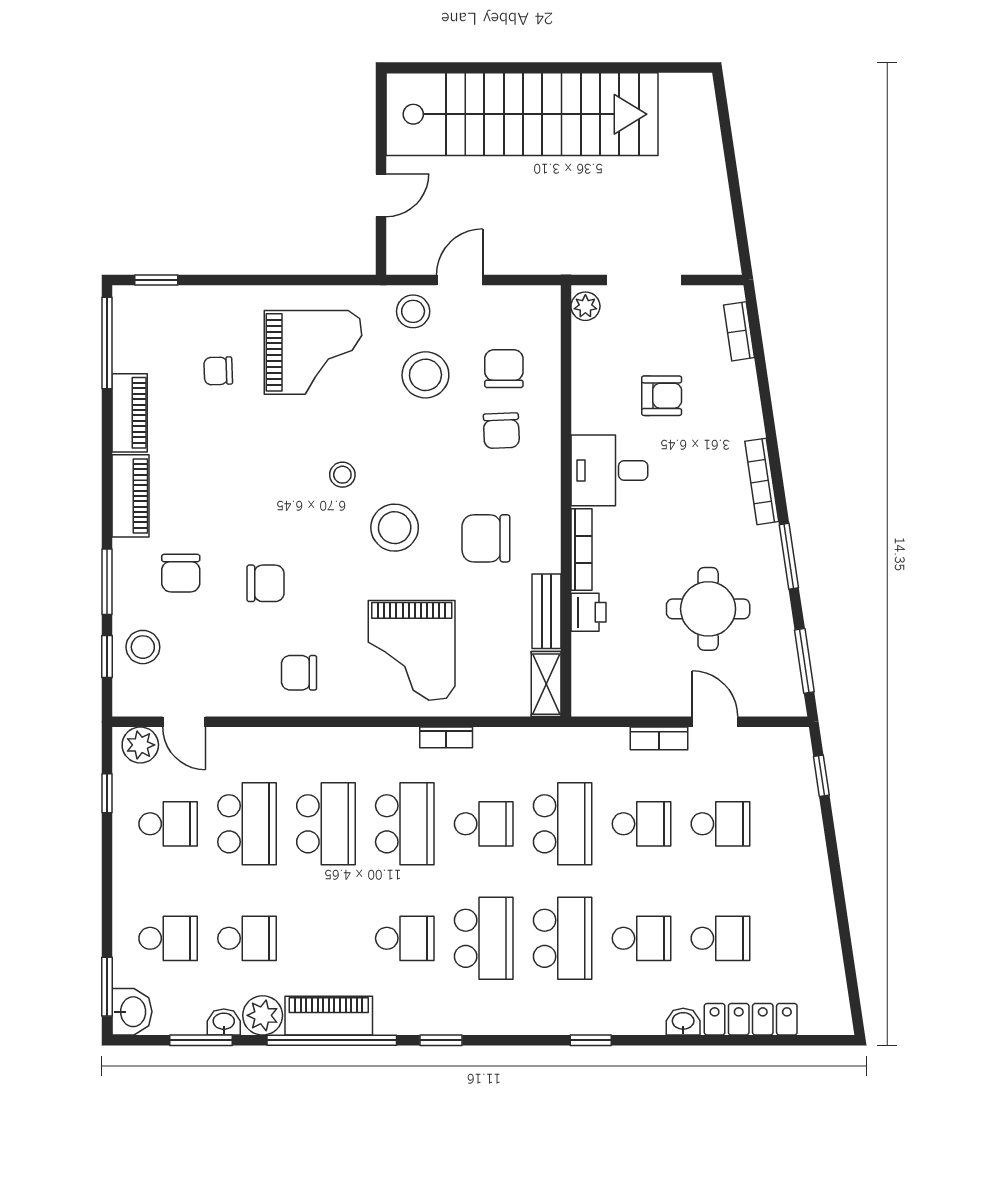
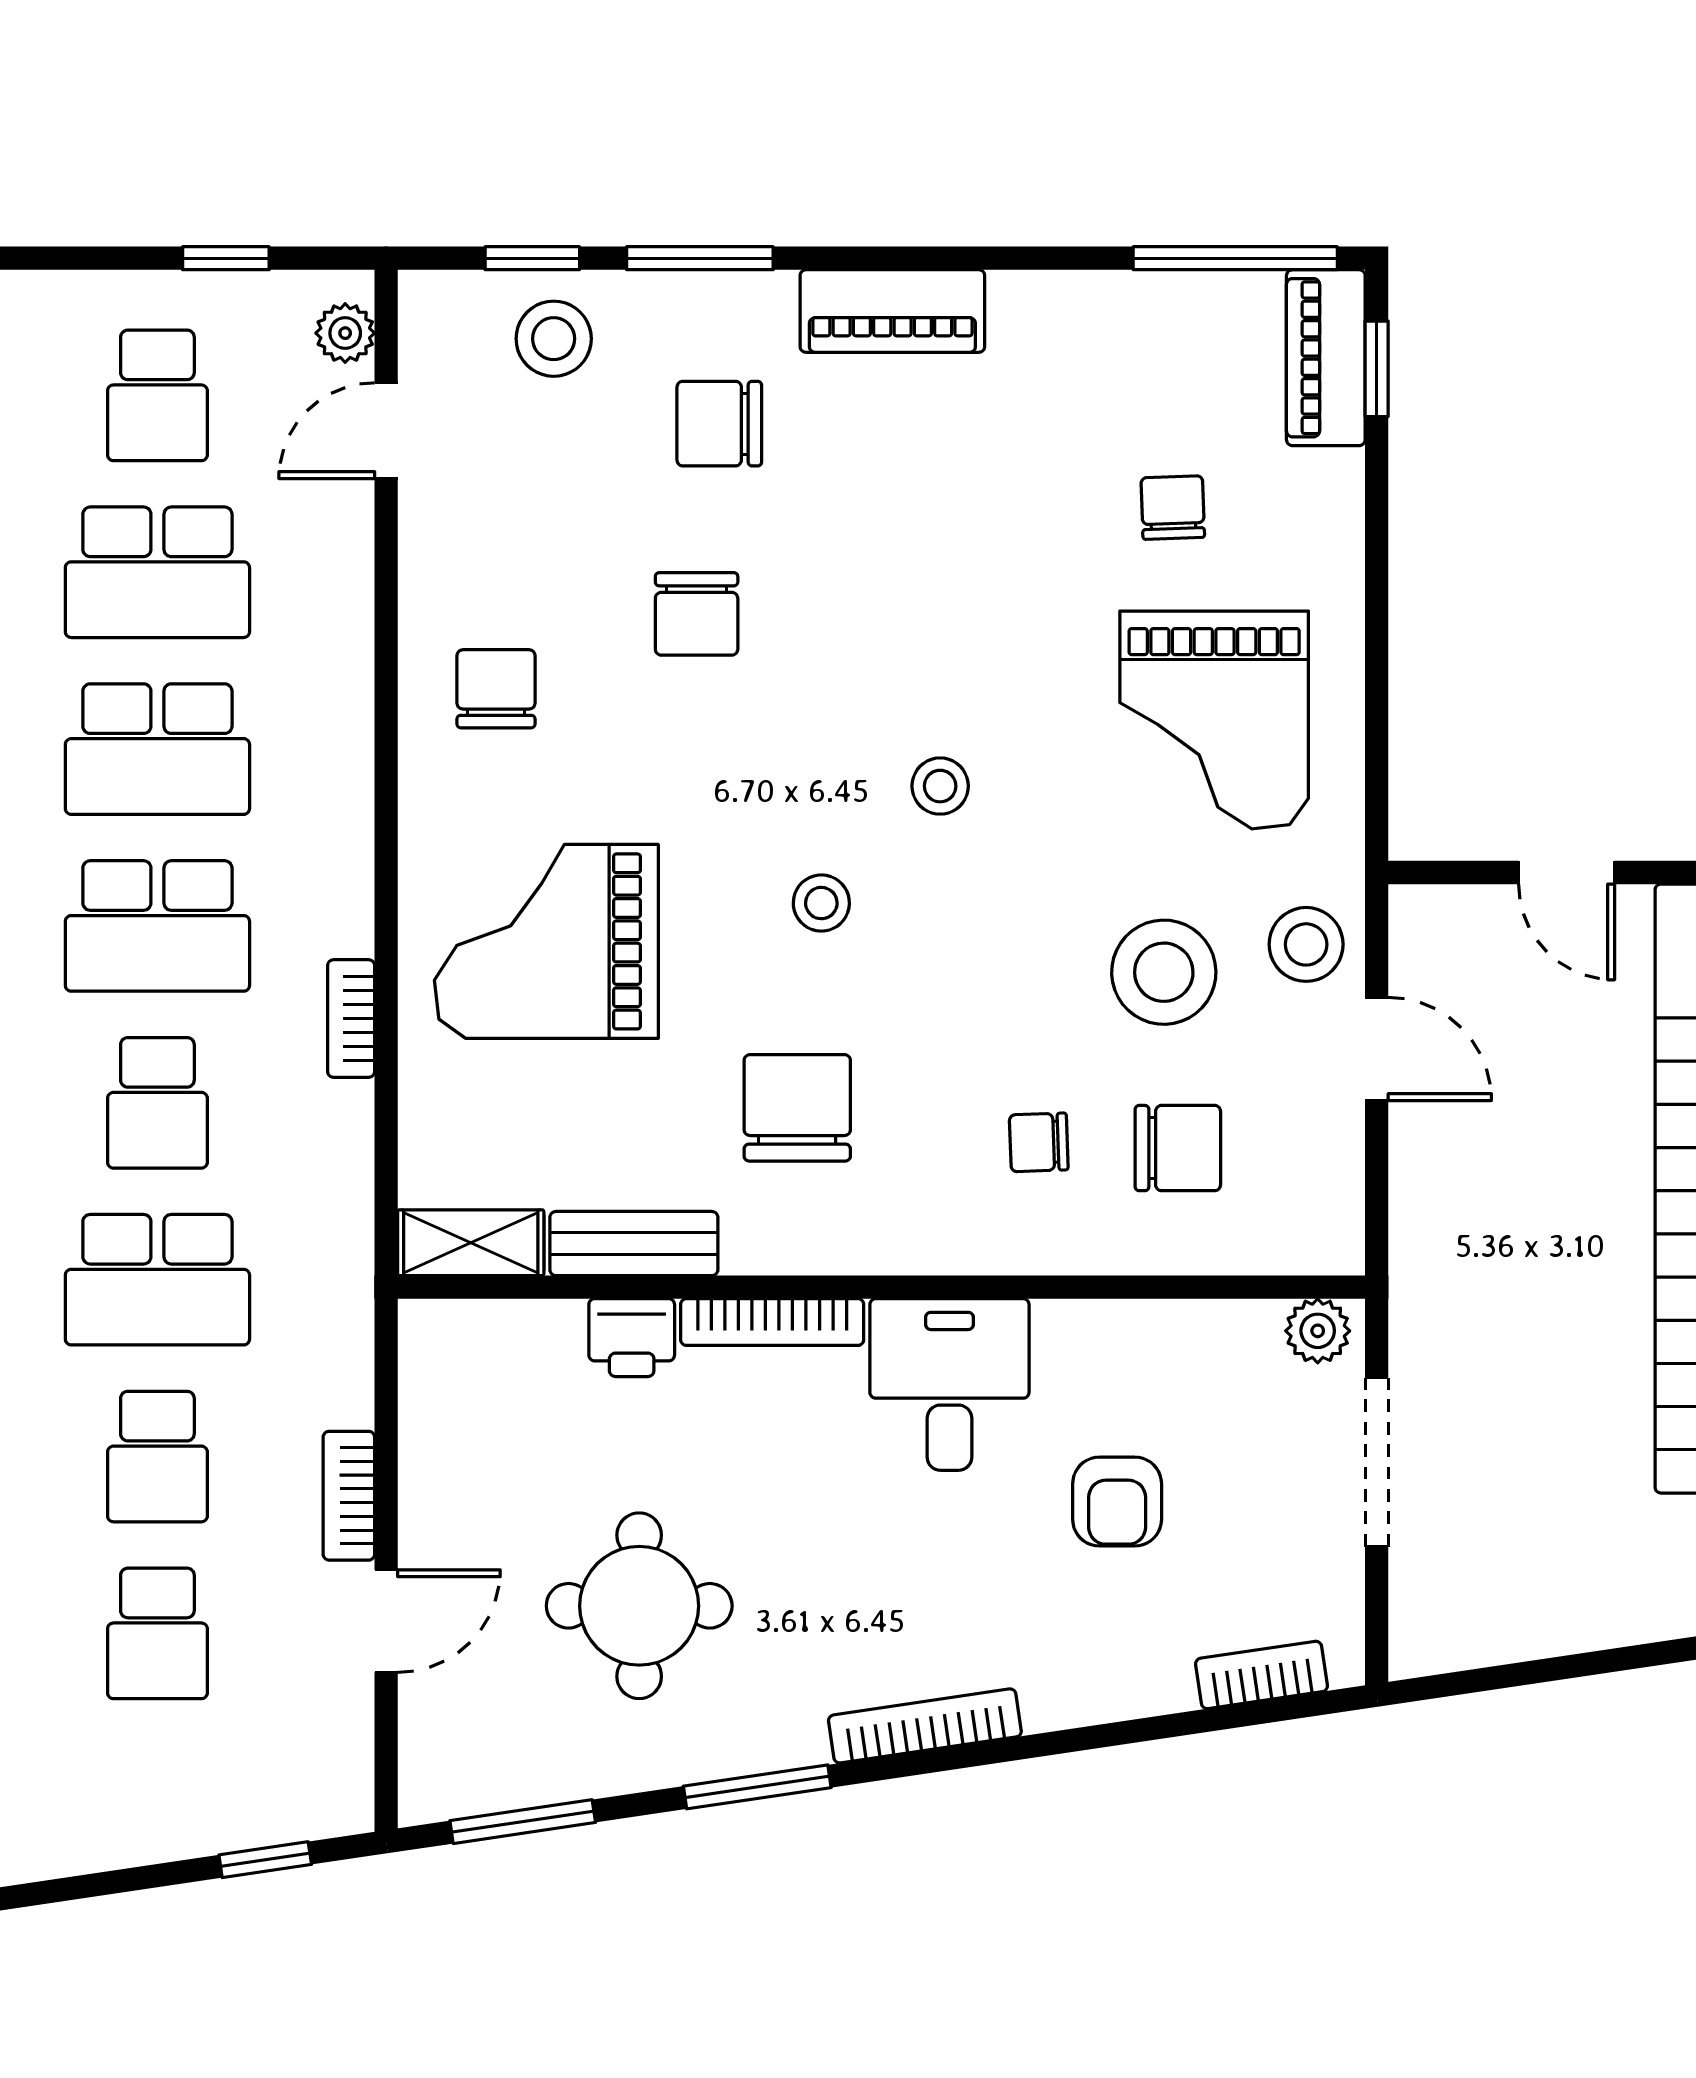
piano: (130, 413) -> (1326, 358), moved, turned 90
chair: (501, 431) -> (1039, 1142), width x0.73, depth x0.73
stool: (395, 528) -> (821, 903), width x0.53, depth x0.53
plant: (140, 745) -> (345, 333), width x0.73, depth x0.73

